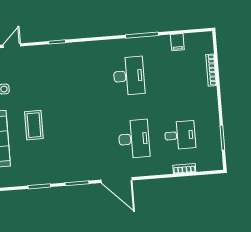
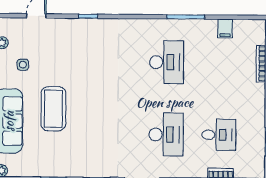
coffee table: (34, 125) -> (53, 109), width x1.36, depth x1.32

